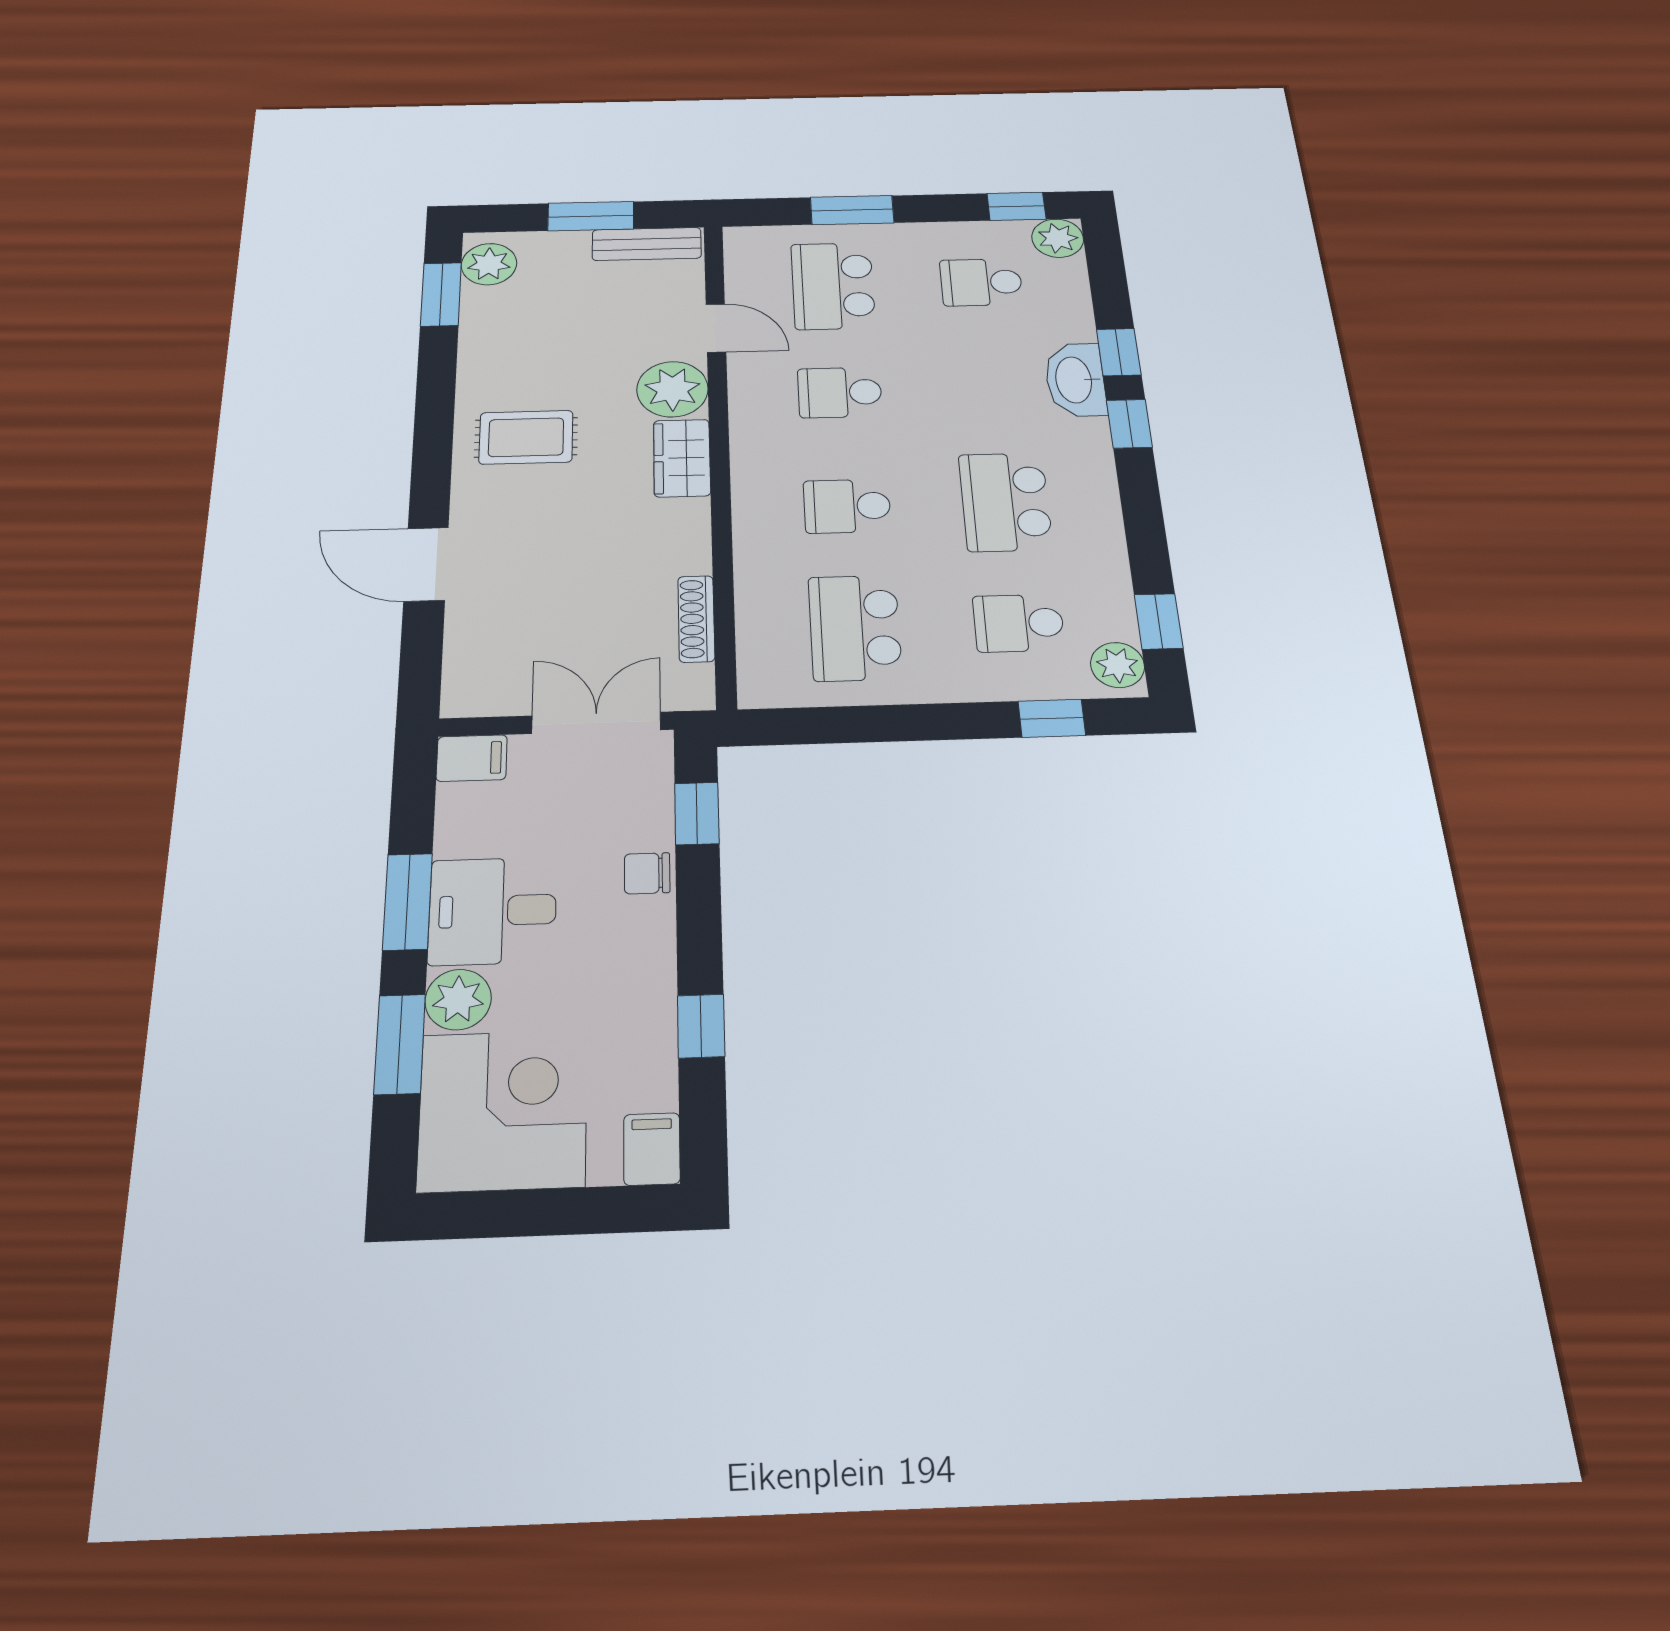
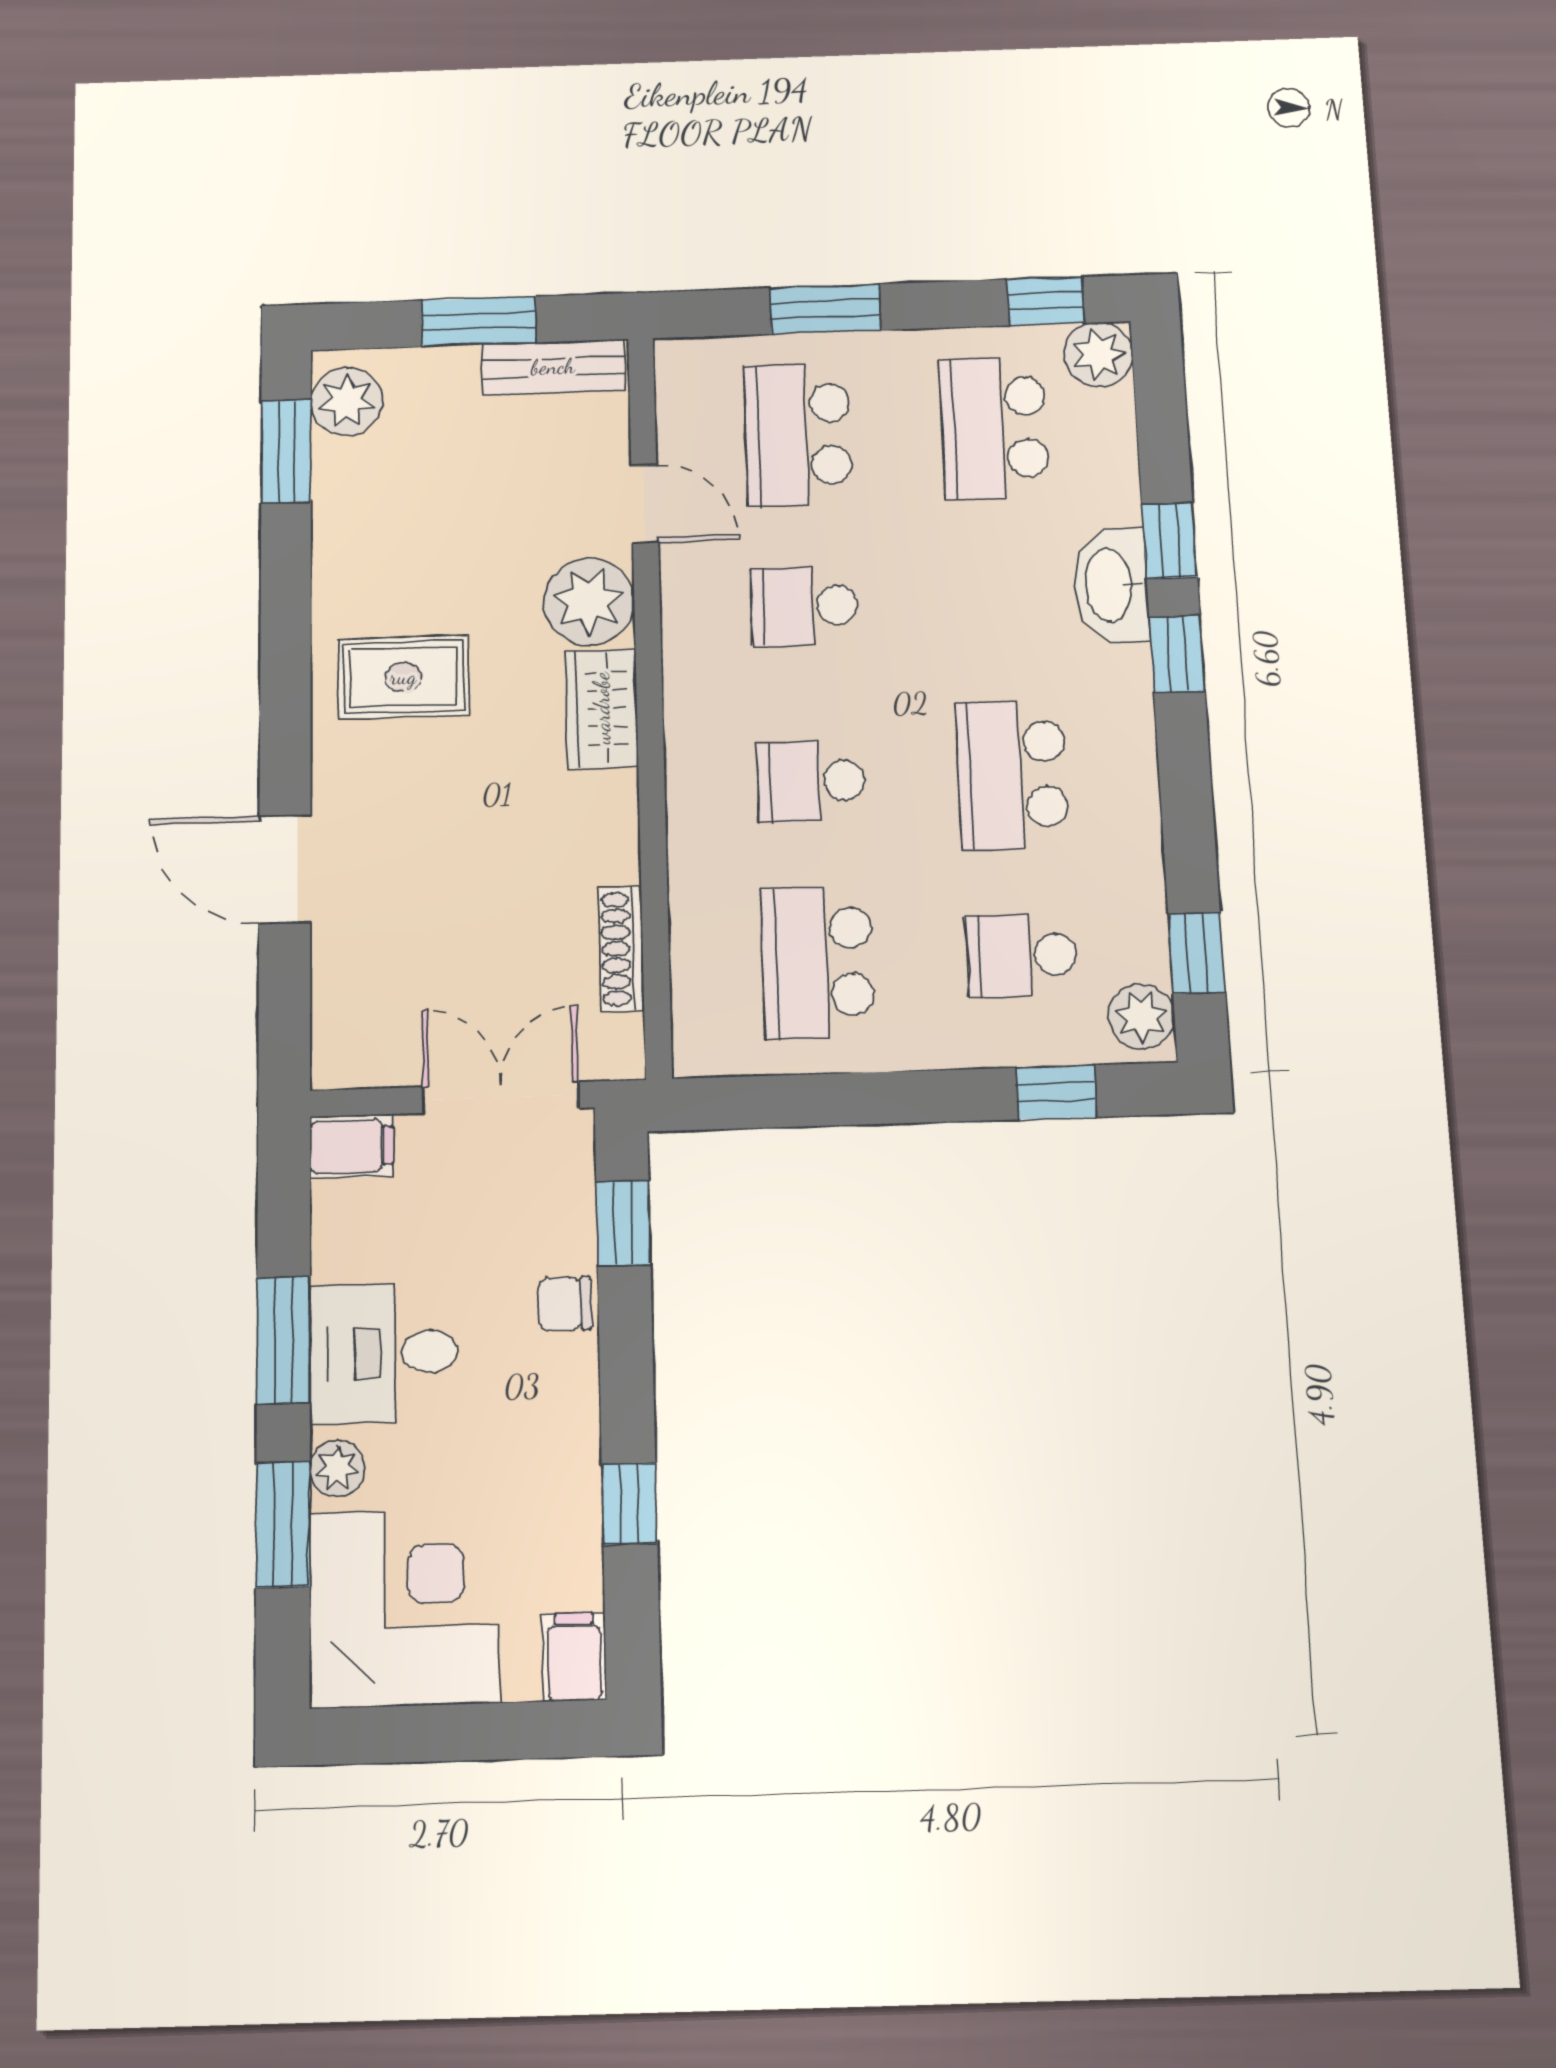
school desk: (981, 282) -> (994, 428), width x1.85
plant: (458, 1000) -> (337, 1468), width x0.73, depth x0.73

